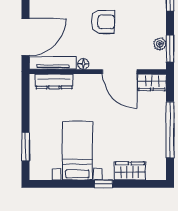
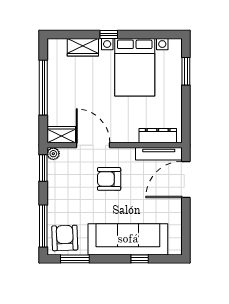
armchair: (103, 22) -> (109, 179), moved
plant: (160, 44) -> (53, 154), moved
floor lamp: (83, 64) -> (129, 153), removed
bed with nightstands: (77, 151) -> (135, 67), width x1.36

